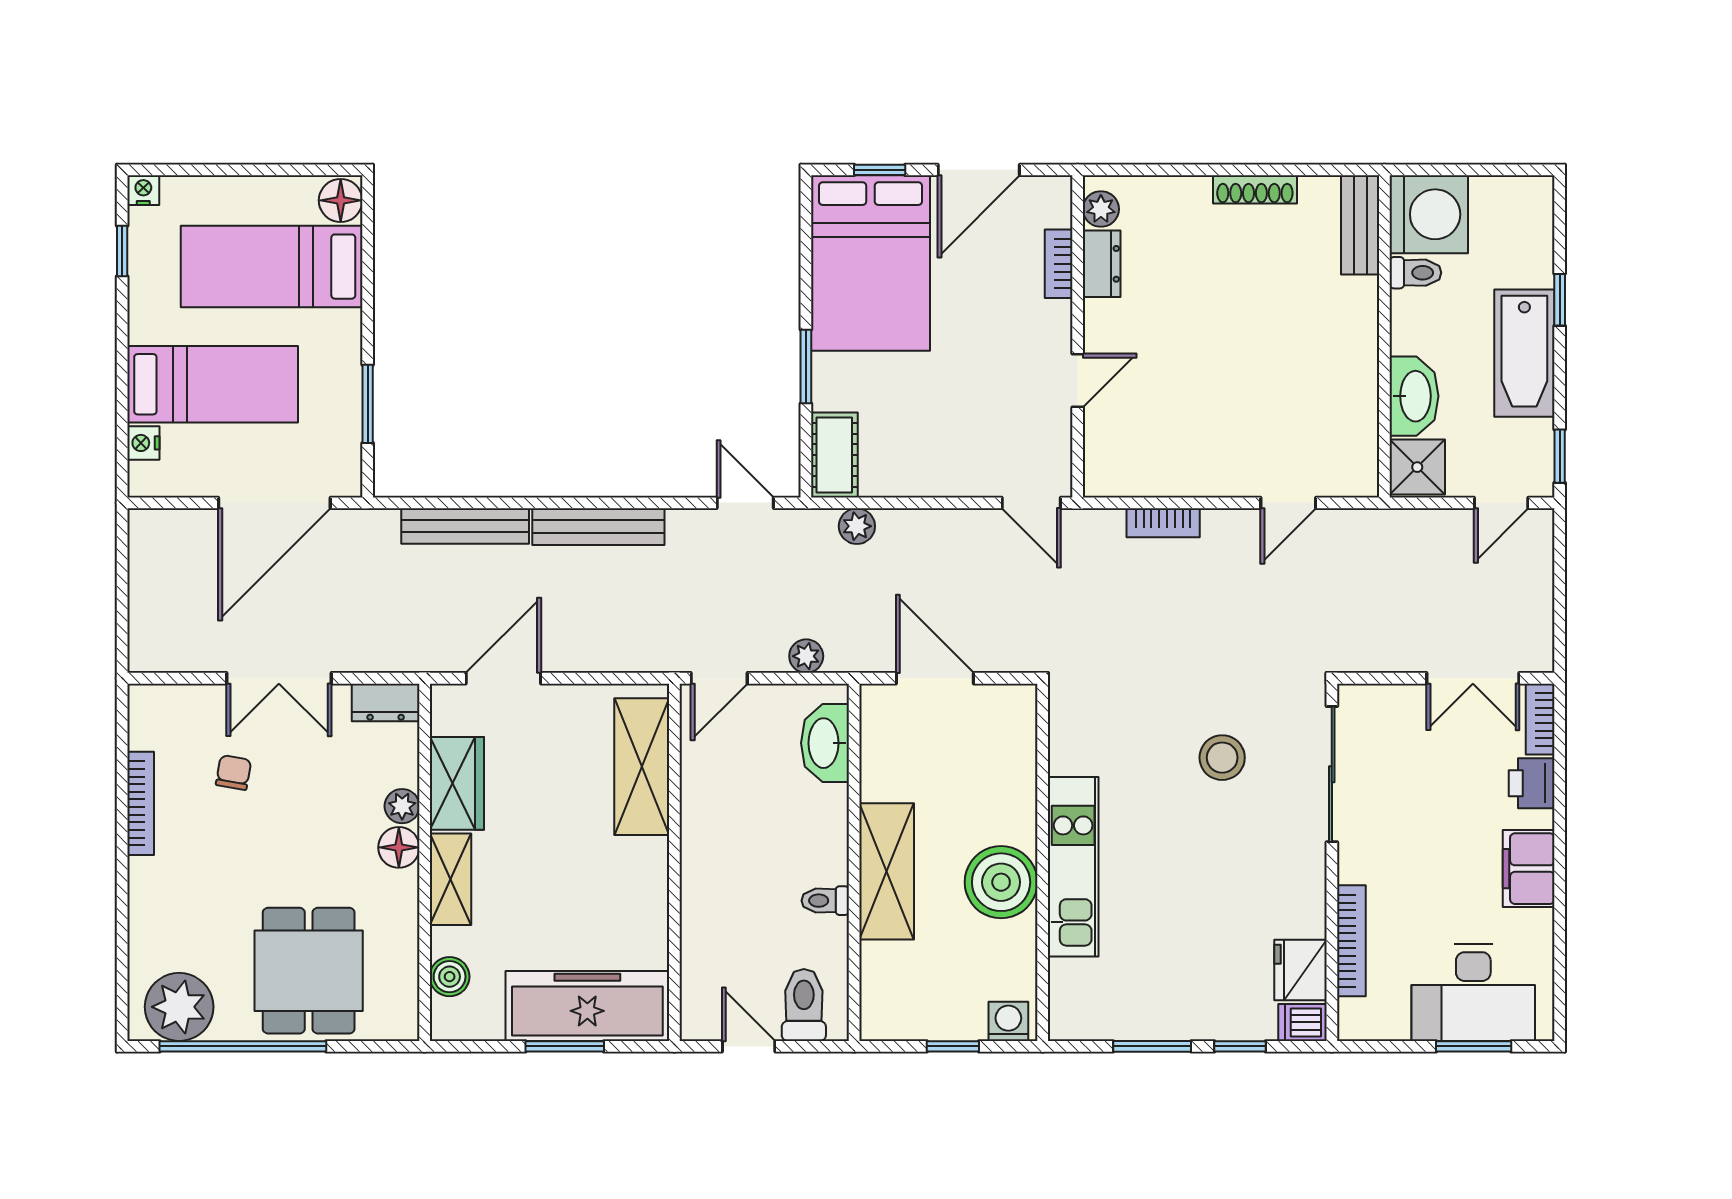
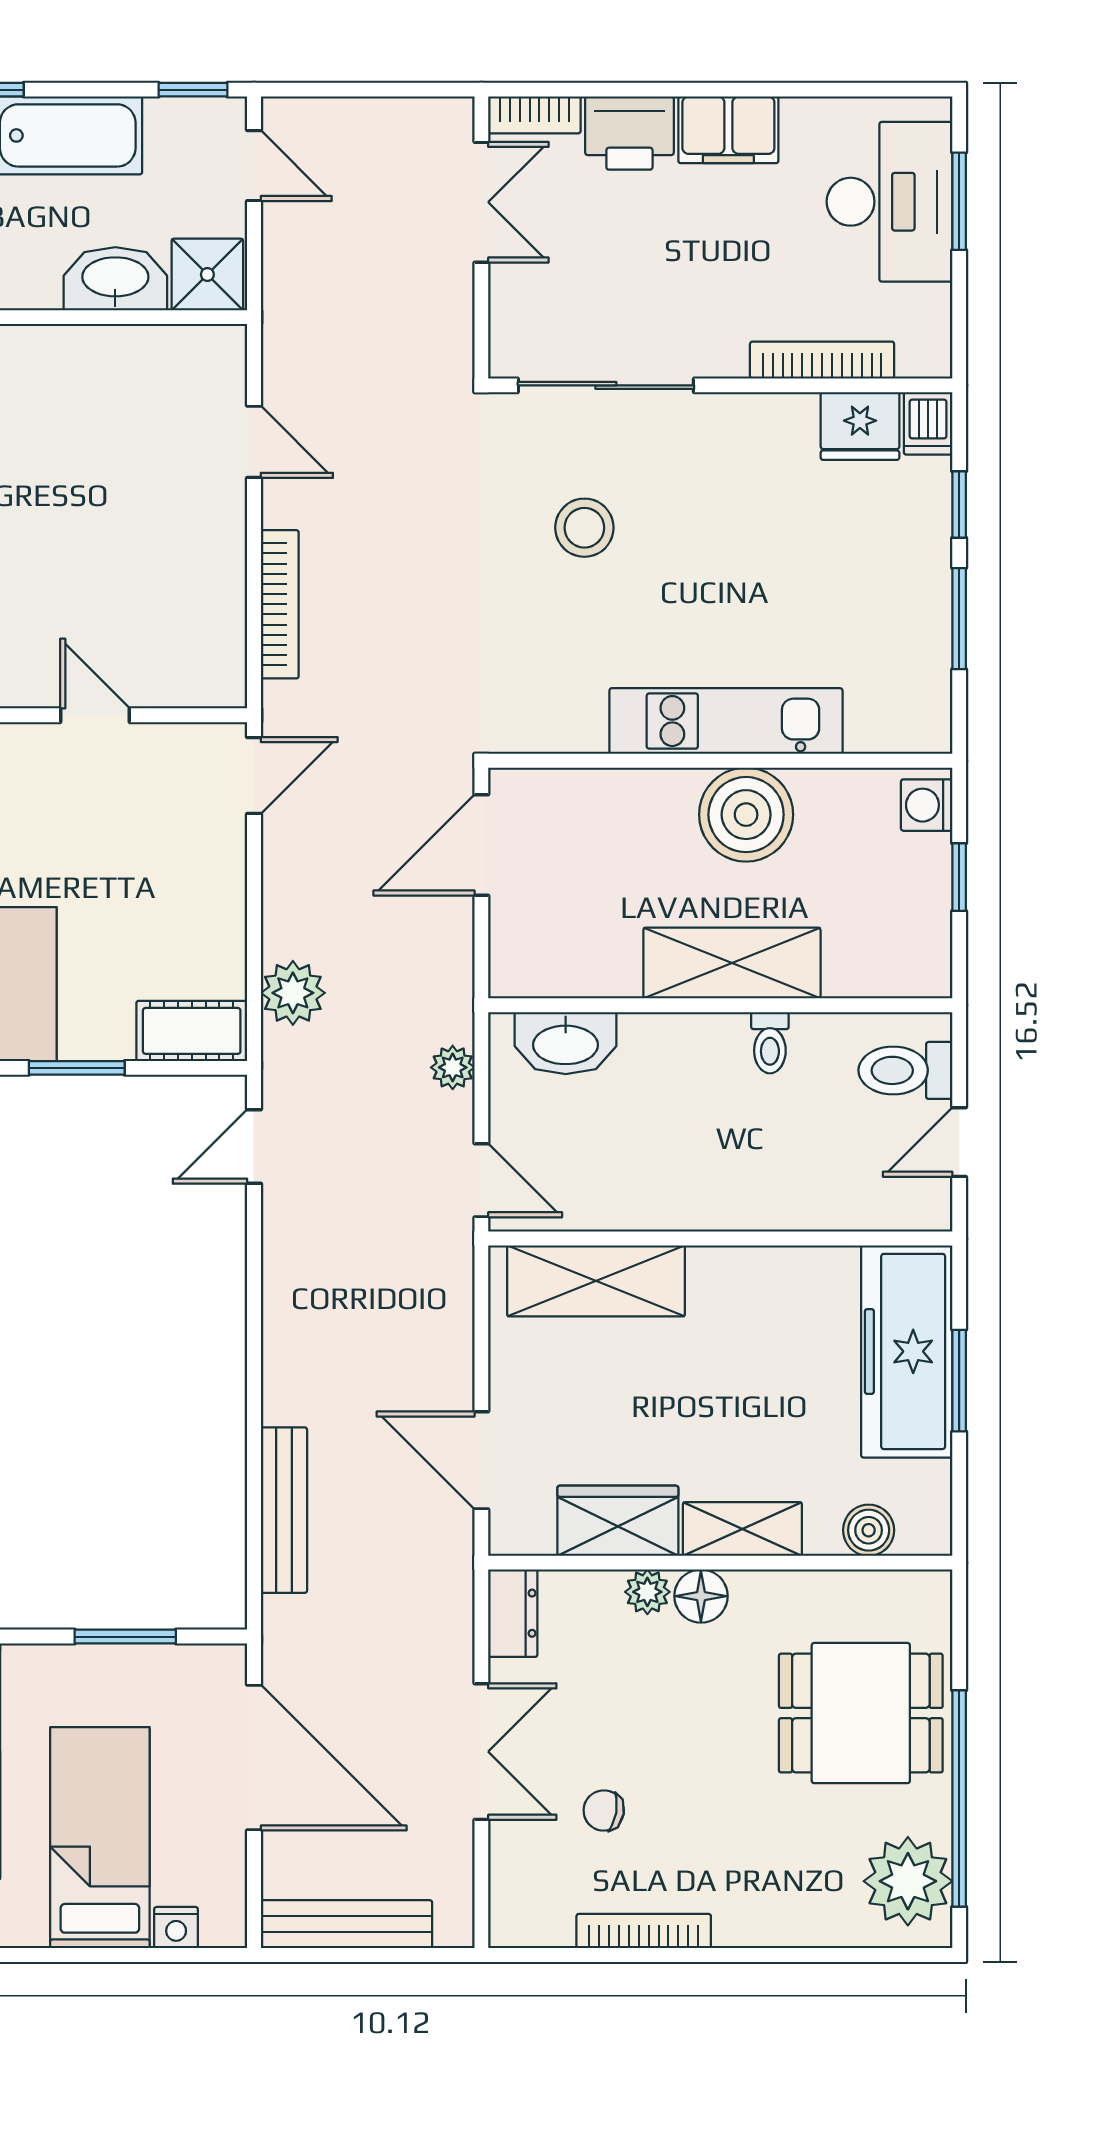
bookcase: (1163, 523) -> (280, 604), width x1.56
plant: (857, 526) -> (293, 993), width x1.38, depth x1.38
bench: (598, 527) -> (346, 1924), moved, turned 90
door: (935, 678) -> (481, 845), moved
printer: (1532, 783) -> (629, 133), width x1.36, depth x1.24

